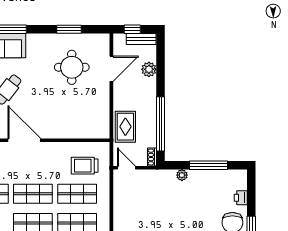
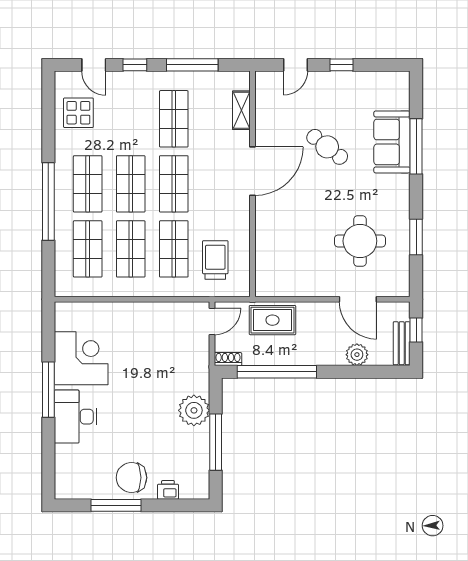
plant: (182, 175) -> (194, 410), width x1.88, depth x1.88

